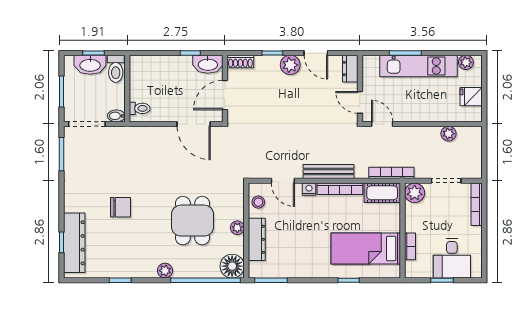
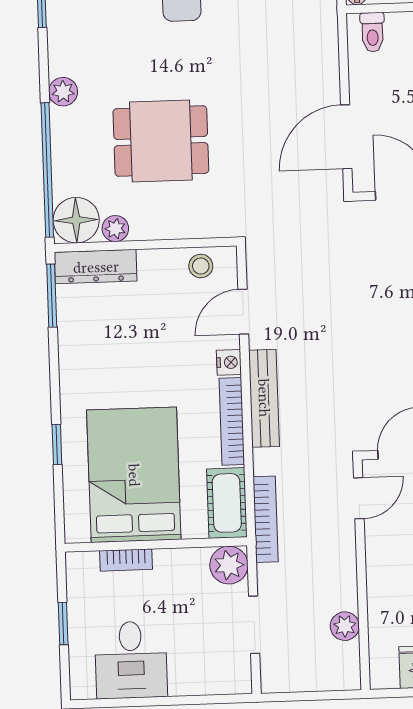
bookcase: (477, 204) -> (211, 685), removed
plant: (237, 228) -> (115, 229), moved
dresser: (257, 239) -> (96, 267), moved
bed: (366, 249) -> (134, 475), width x1.50
desk: (452, 258) -> (131, 660), moved, turned -90

